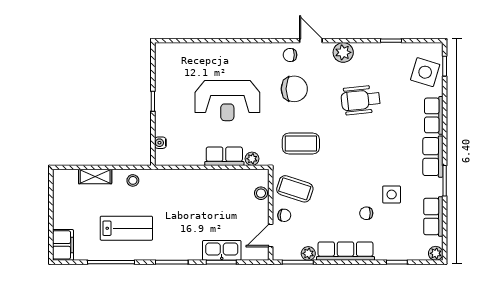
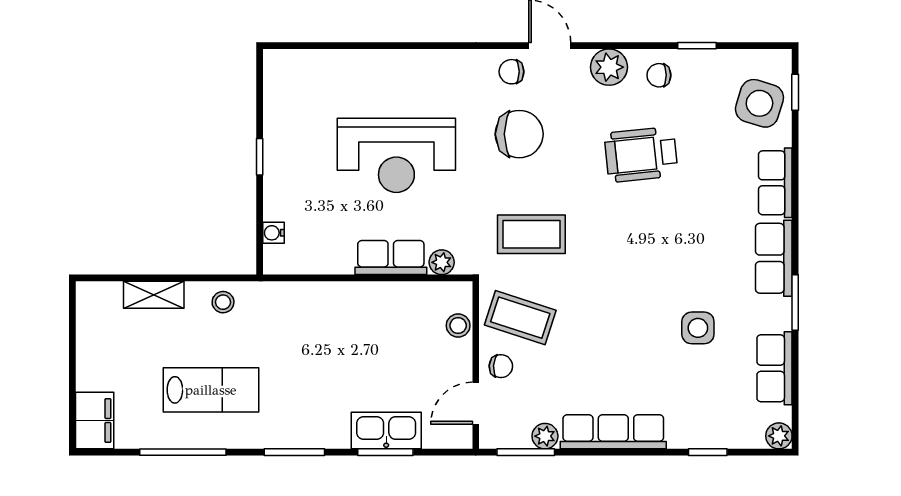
chair: (366, 213) -> (659, 75), moved

